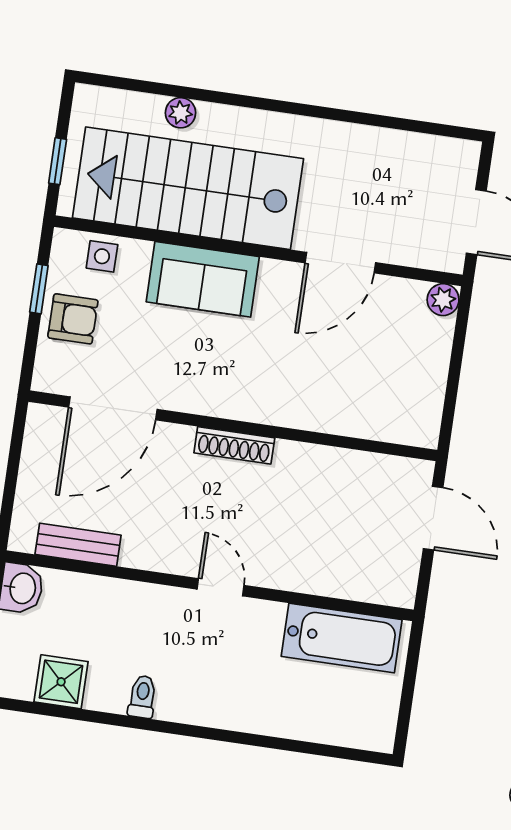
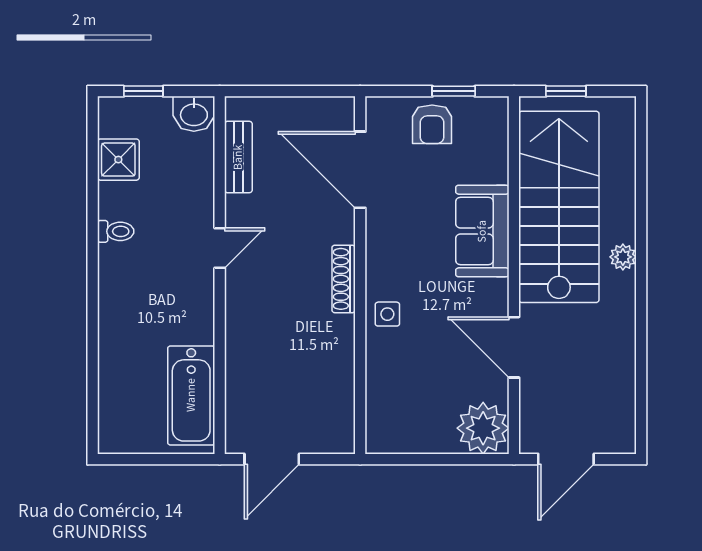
plant: (181, 113) -> (623, 257), moved
side table: (102, 256) -> (387, 314), moved
plant: (443, 300) -> (483, 428), width x1.87, depth x1.87
door: (433, 518) -> (272, 459), moved
door: (220, 587) -> (220, 248), moved

